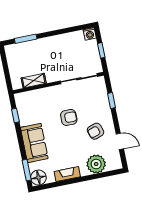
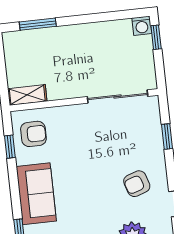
window: (101, 50) -> (156, 37), moved
shelving: (34, 81) -> (27, 95), moved
armchair: (69, 117) -> (33, 134), moved

